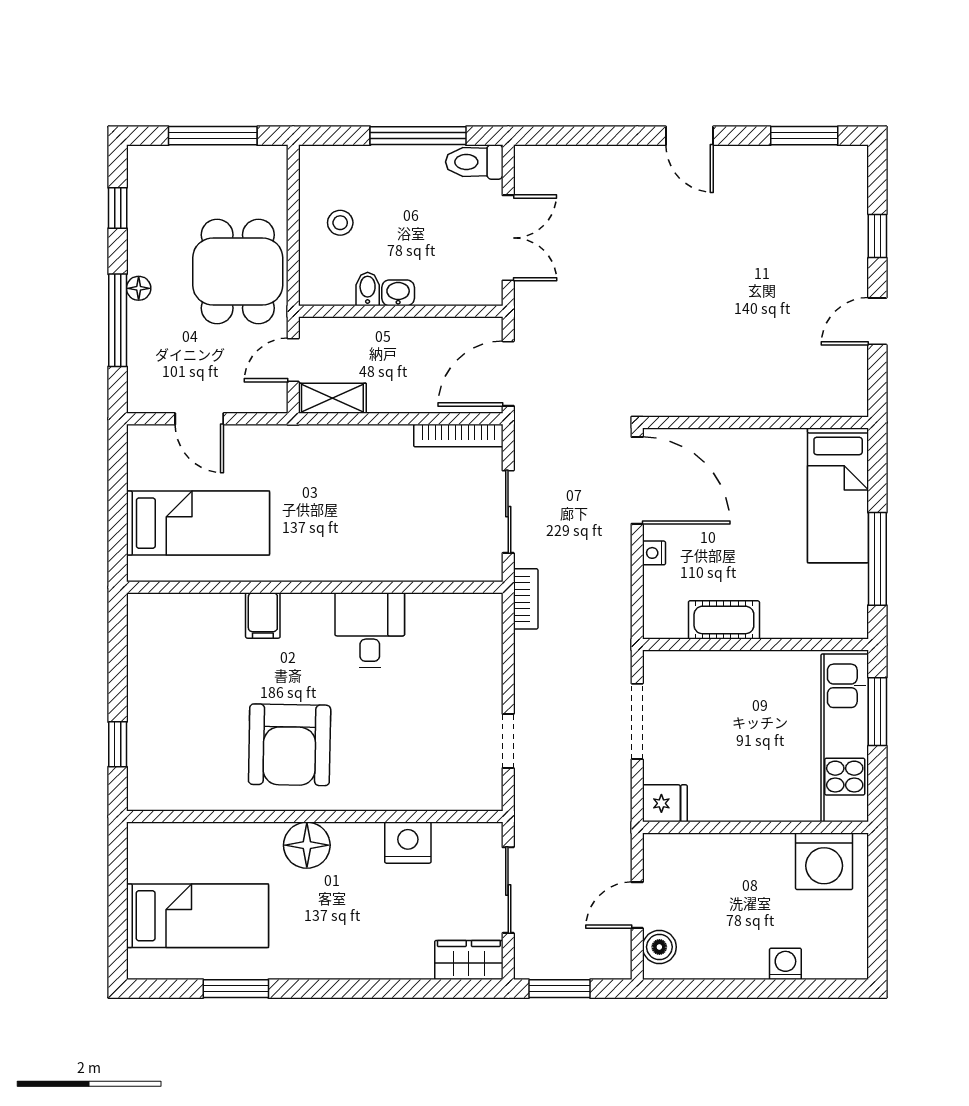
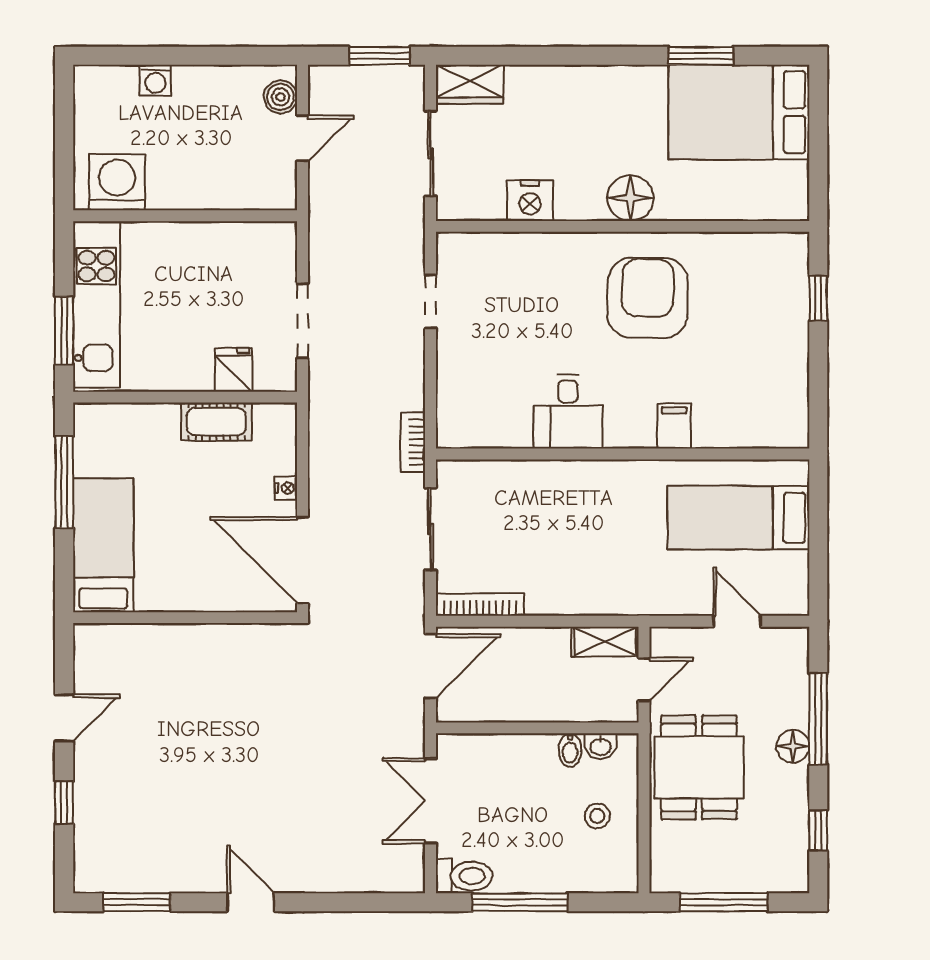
floor lamp: (139, 288) -> (793, 746), width x1.37, depth x1.37
washbasin: (398, 293) -> (600, 746), moved
fridge: (665, 803) -> (234, 370), moved, turned 90
bed: (197, 916) -> (739, 112), width x1.50

